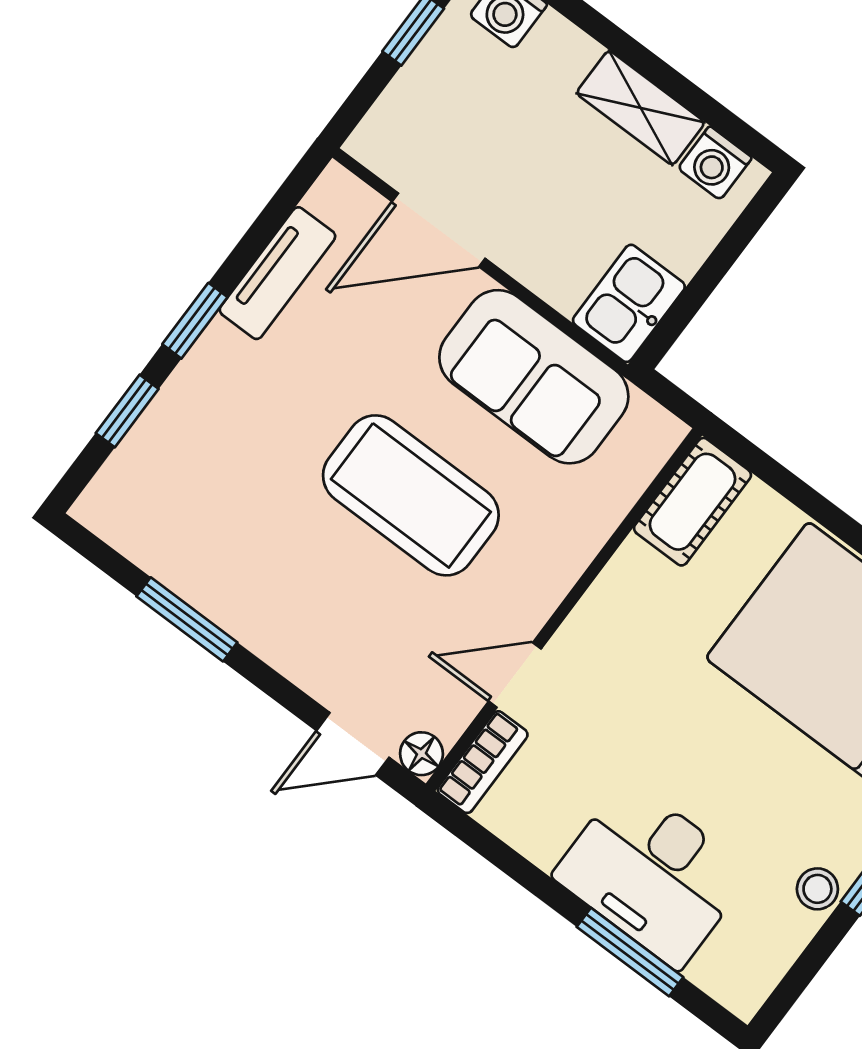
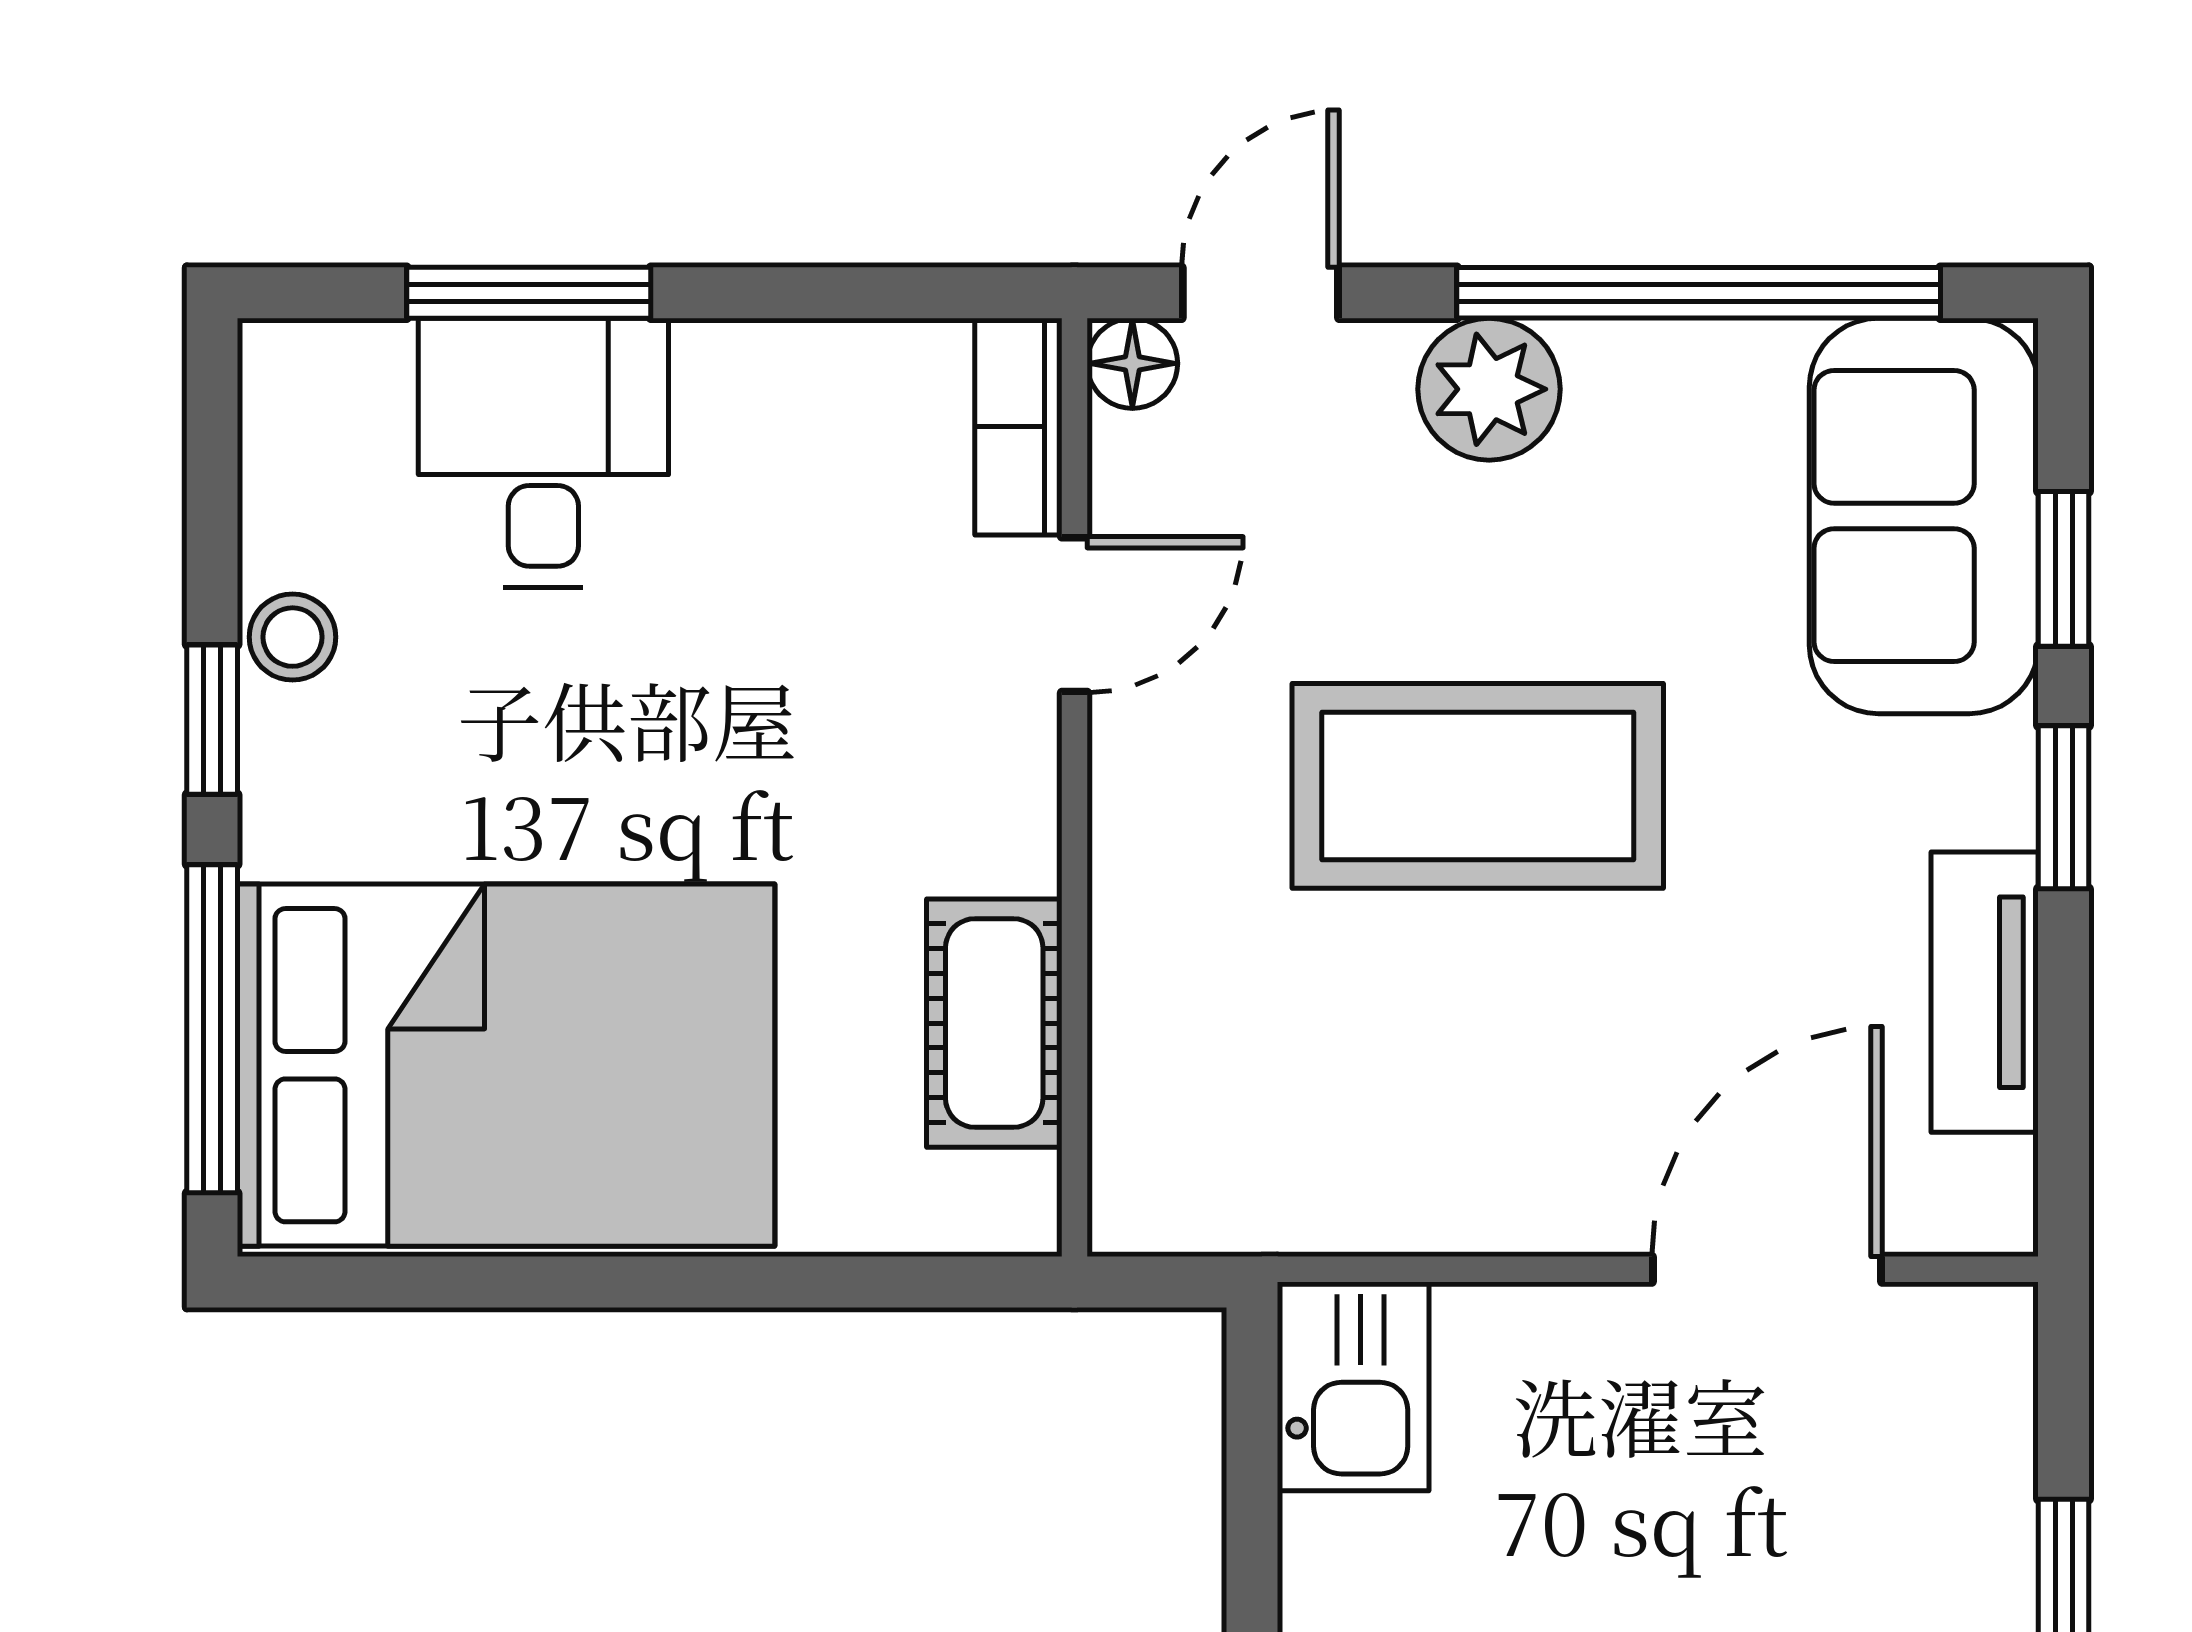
sofa: (534, 377) -> (1924, 516), moved, turned -90
cot: (692, 502) -> (994, 1023), moved
window: (187, 619) -> (1699, 293), width x2.11
plant: (294, 642) -> (1489, 389), added
desk: (652, 874) -> (543, 453), width x0.73

